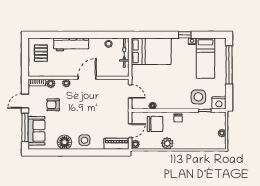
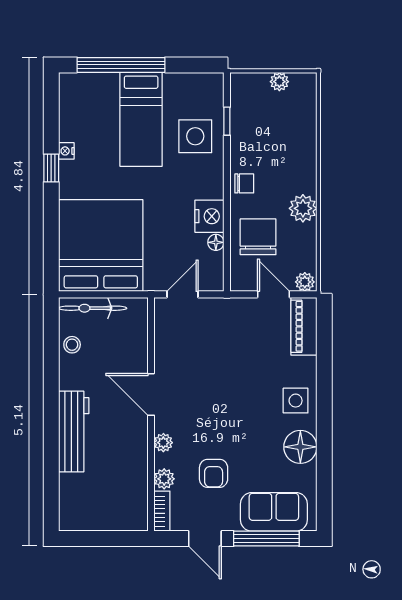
bed: (151, 51) -> (101, 246), width x1.36
pallet: (41, 53) -> (94, 502), removed
bed: (206, 58) -> (141, 119), moved, turned 90
nightstand: (219, 103) -> (209, 216), moved

